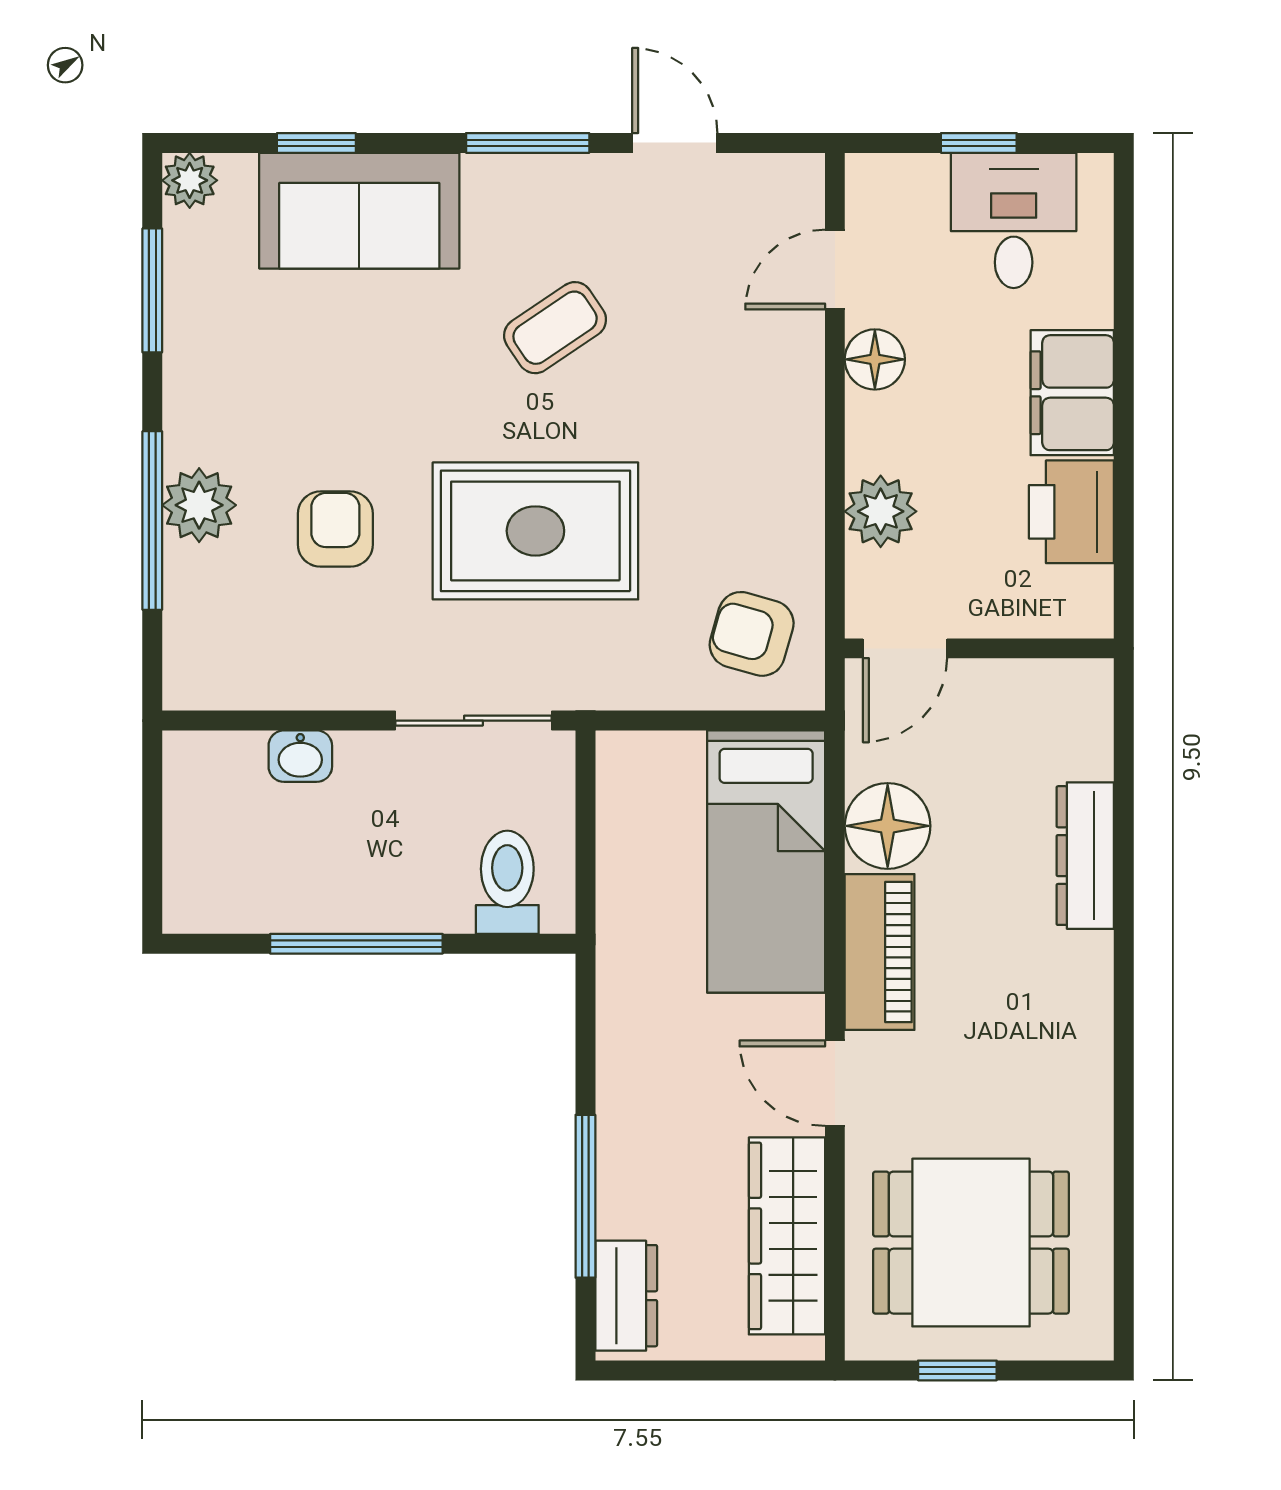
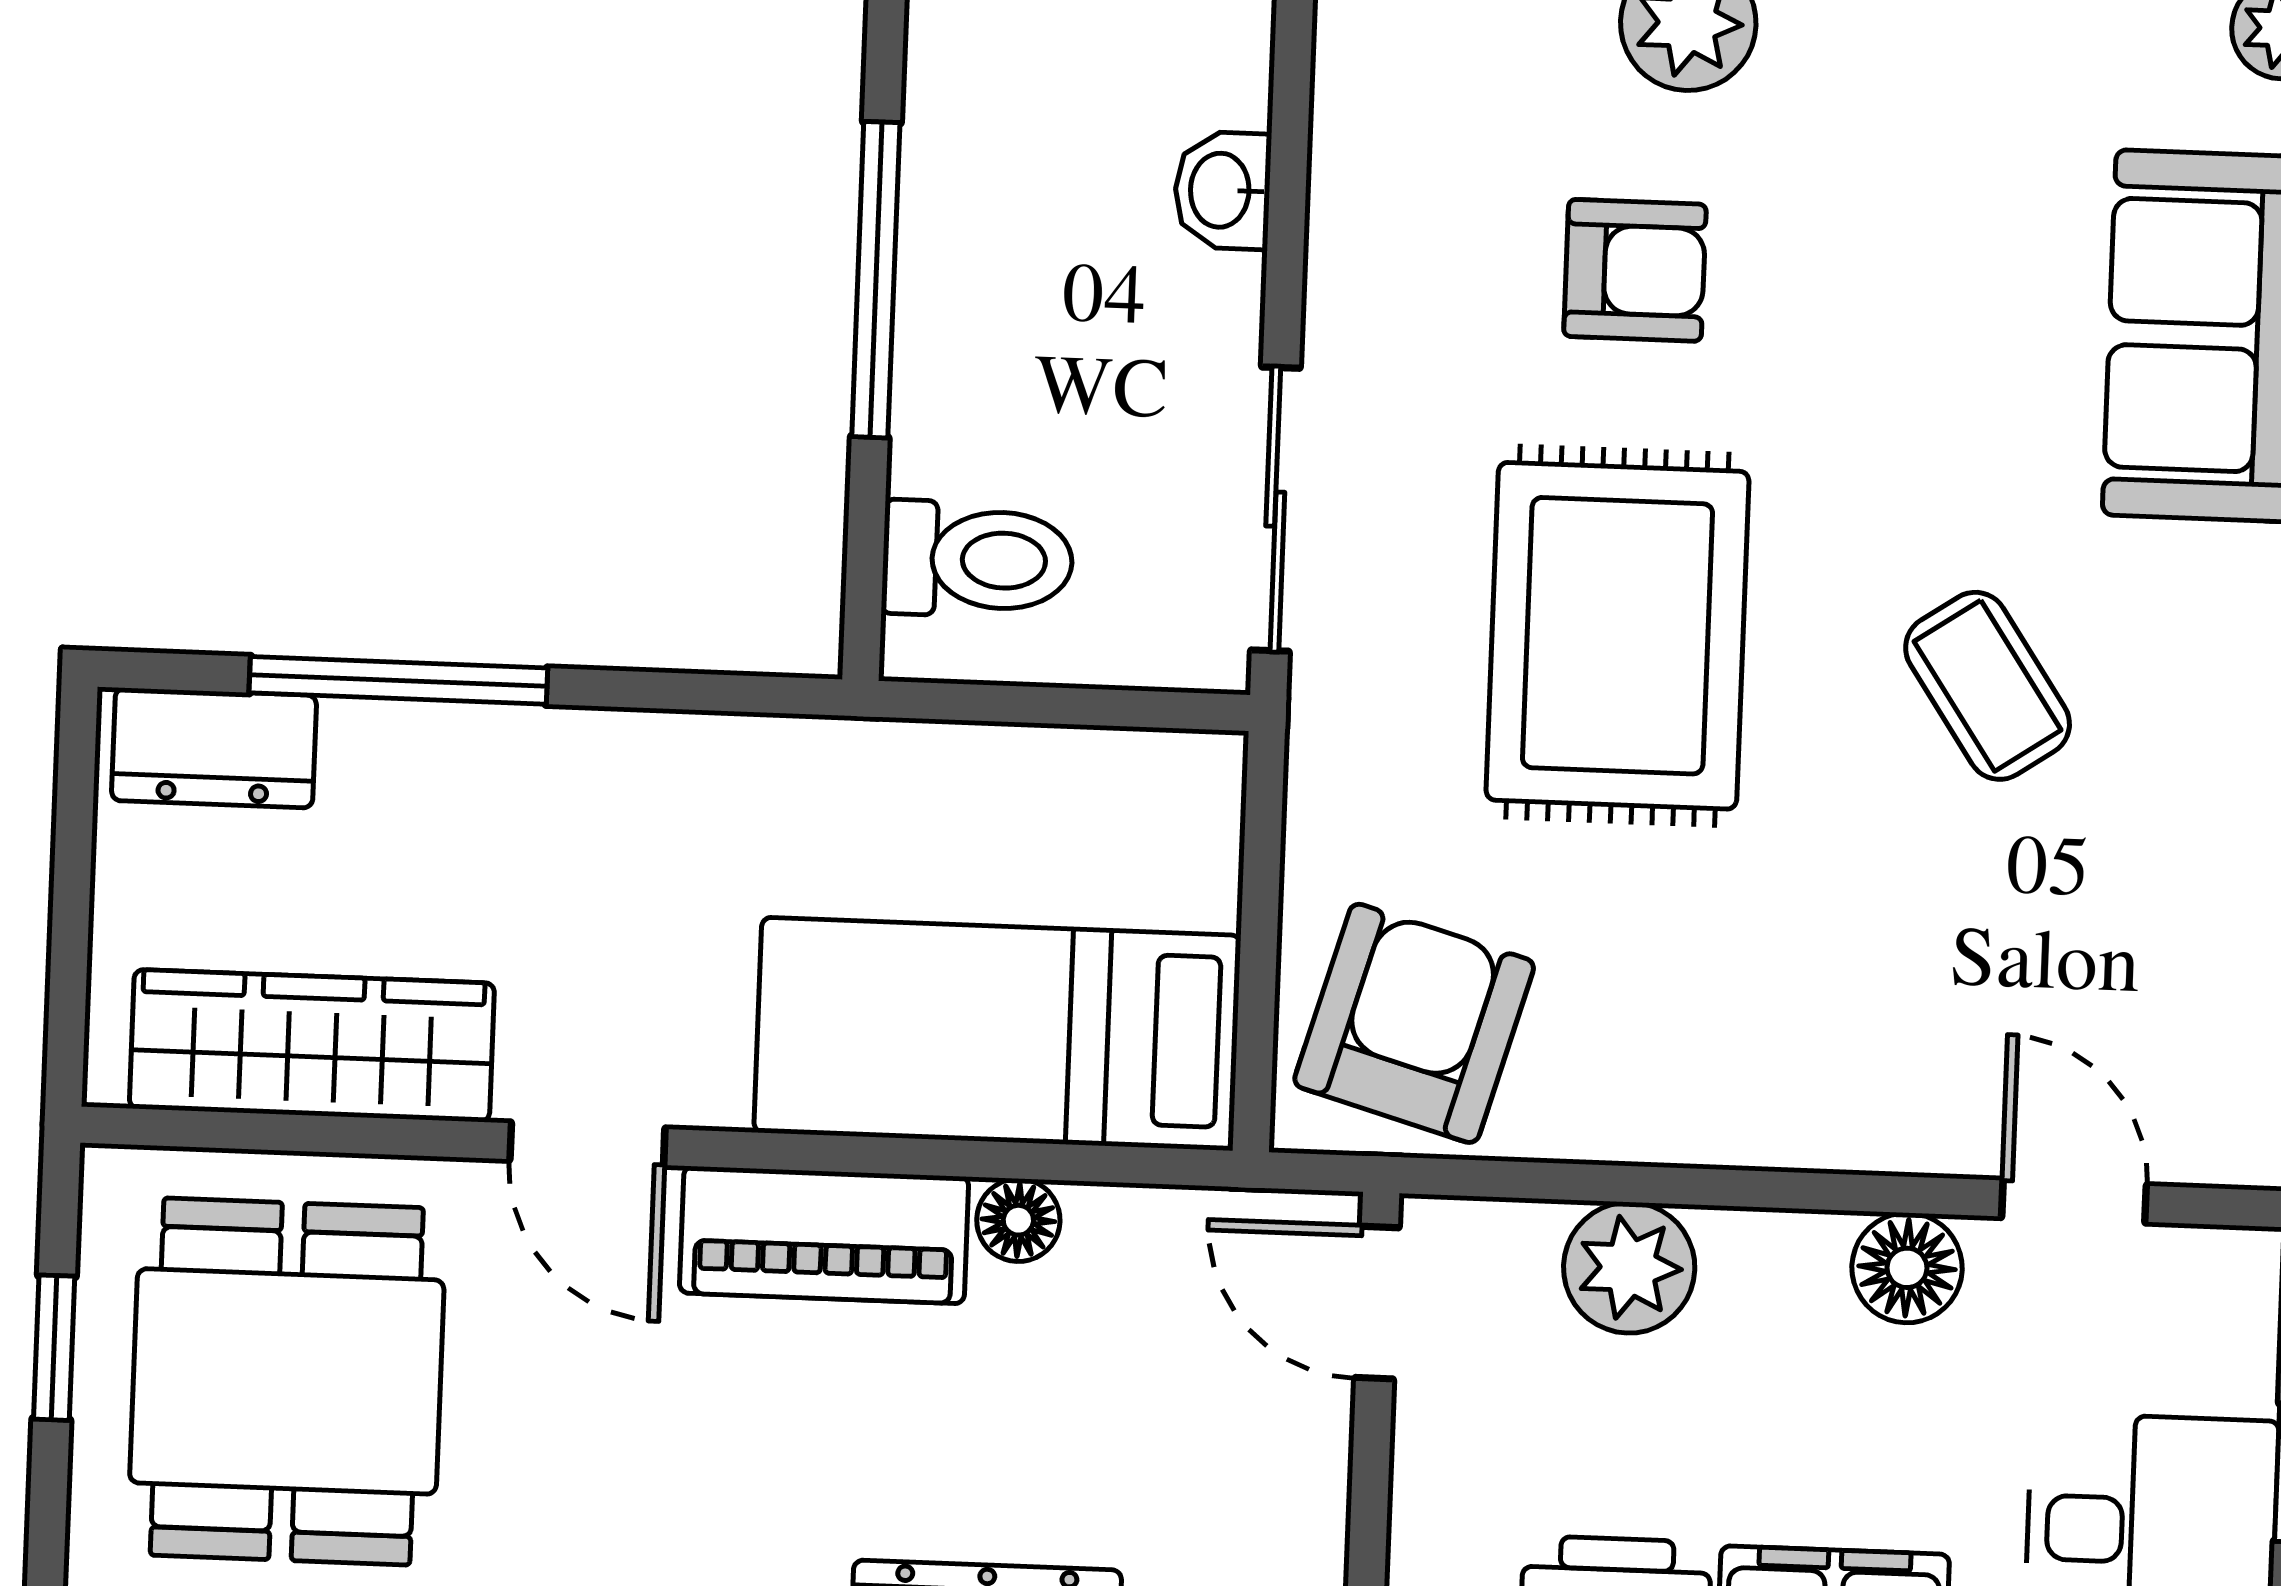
armchair: (752, 634) -> (1414, 1023), width x1.38, depth x1.38
floor lamp: (888, 826) -> (1018, 1220), width x0.53, depth x0.53
door: (835, 1083) -> (587, 1144), swing flipped

